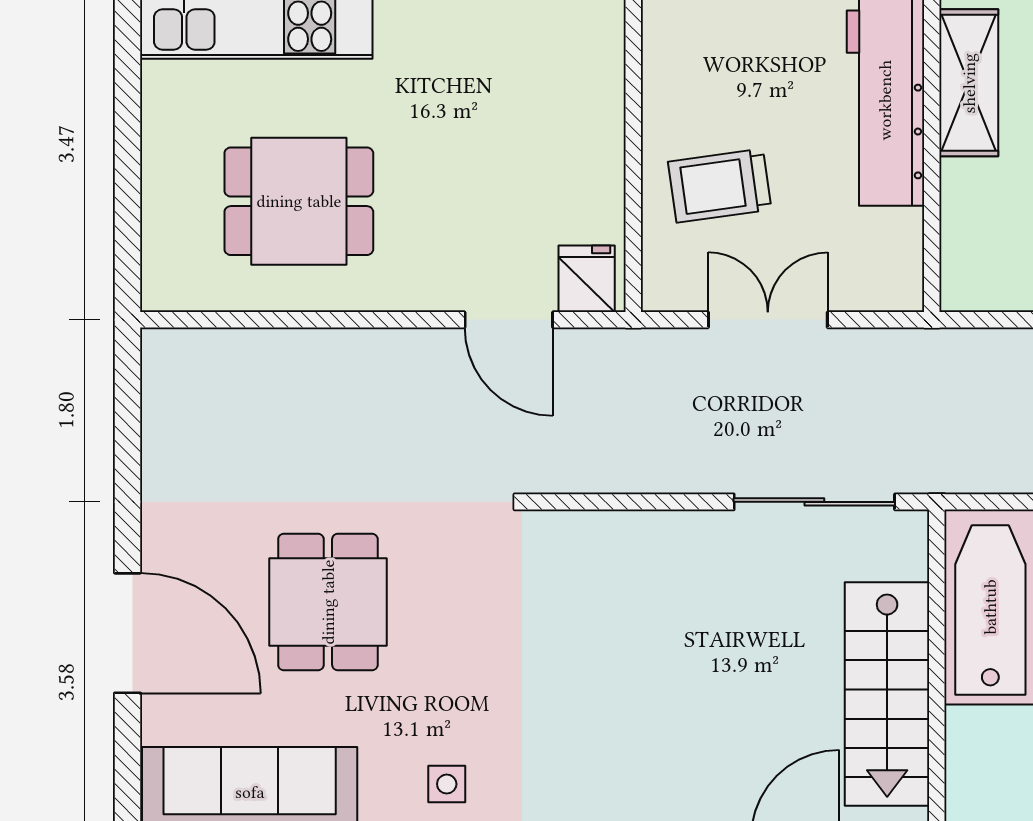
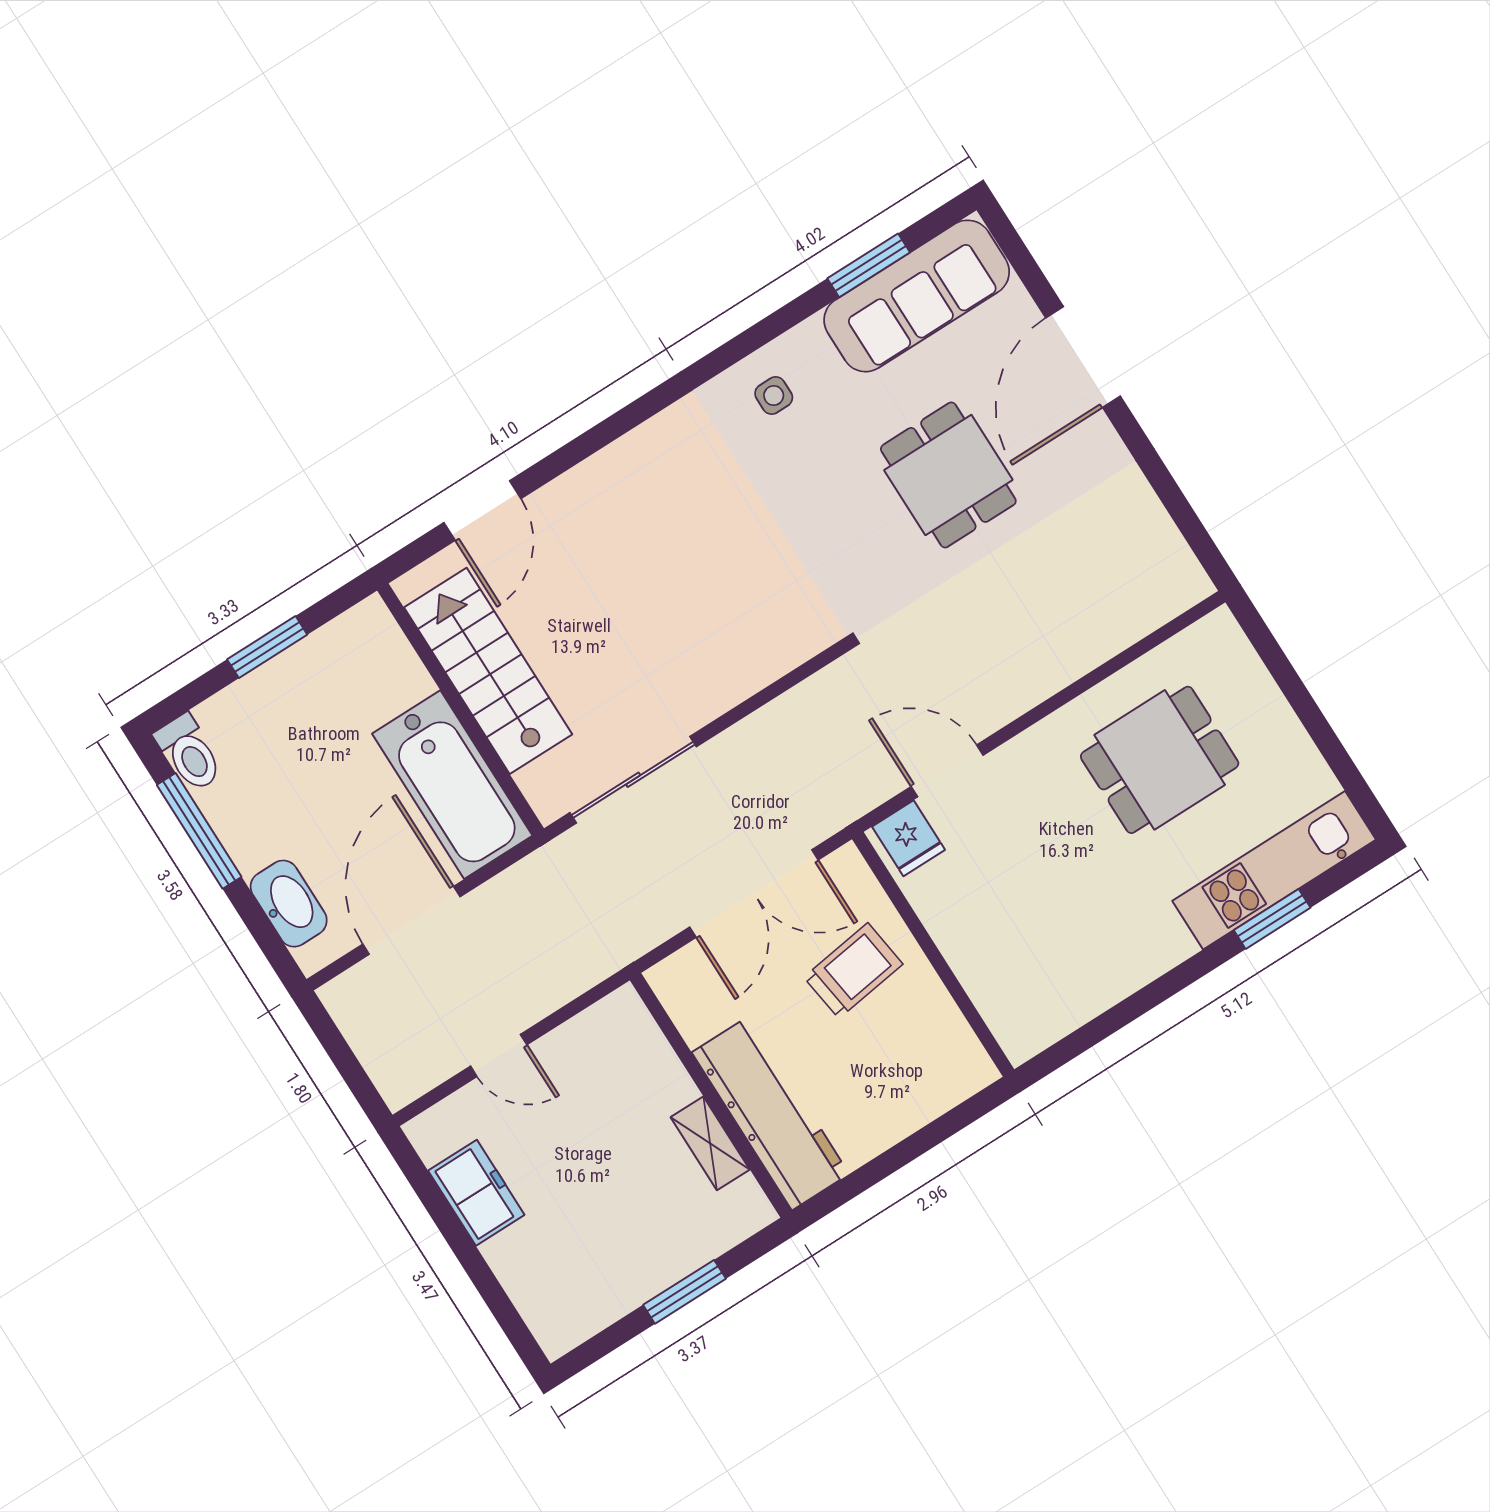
shelving: (969, 83) -> (710, 1143), width x0.67, depth x0.75
double door: (768, 320) -> (754, 893), width x1.37
door: (128, 633) -> (1083, 357), hinge flipped

